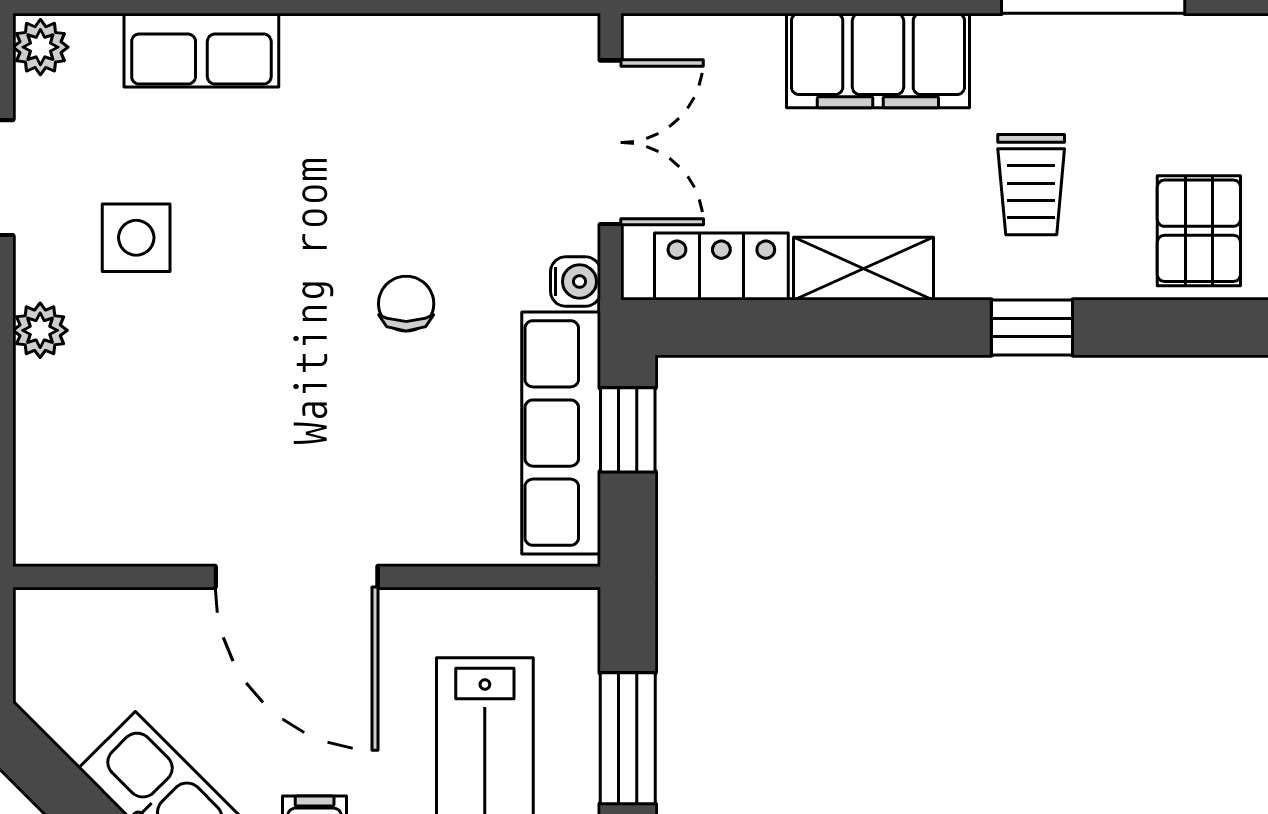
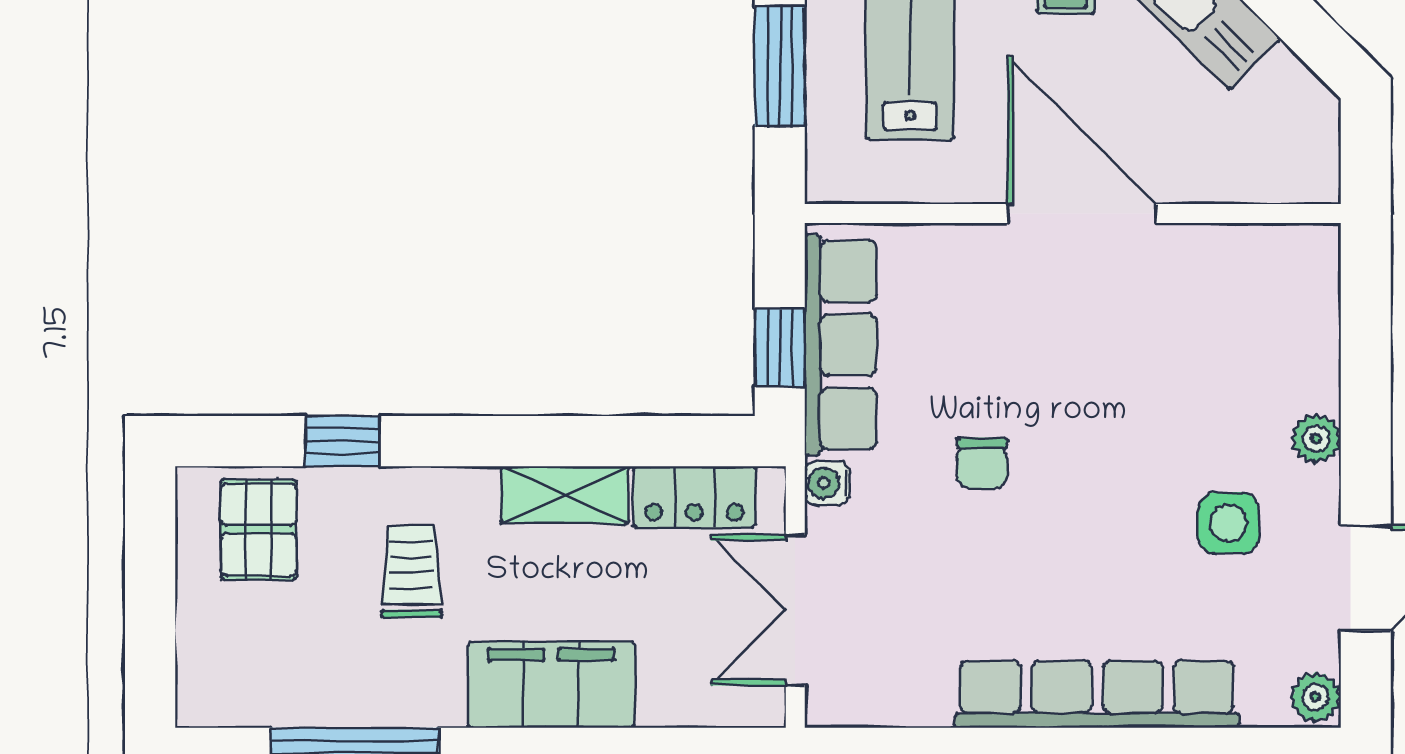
row of seats: (201, 50) -> (1097, 694), width x2.02
window: (1032, 327) -> (342, 441), moved

